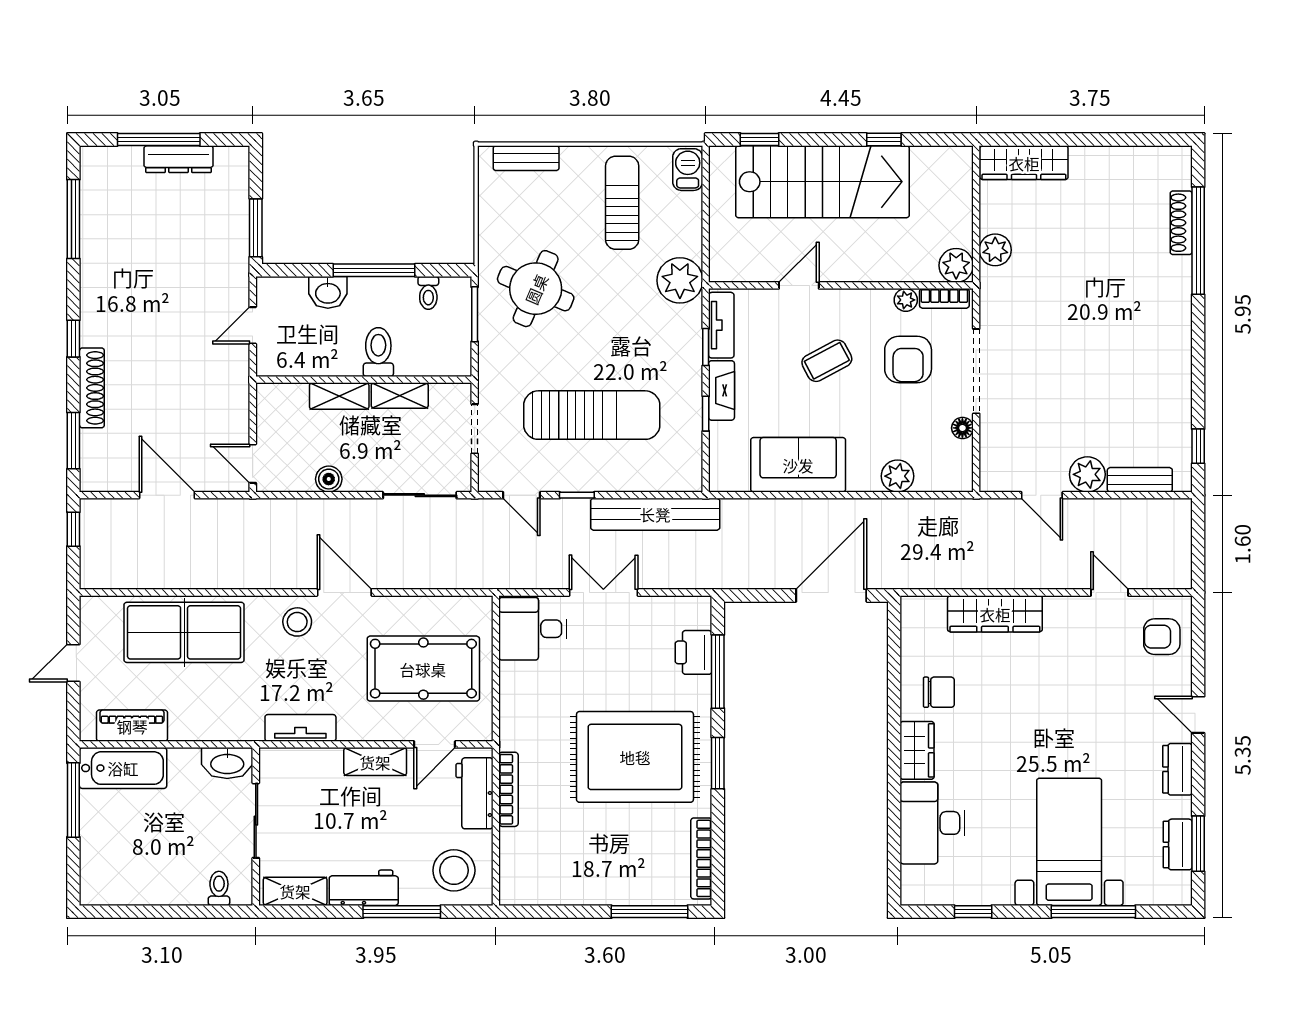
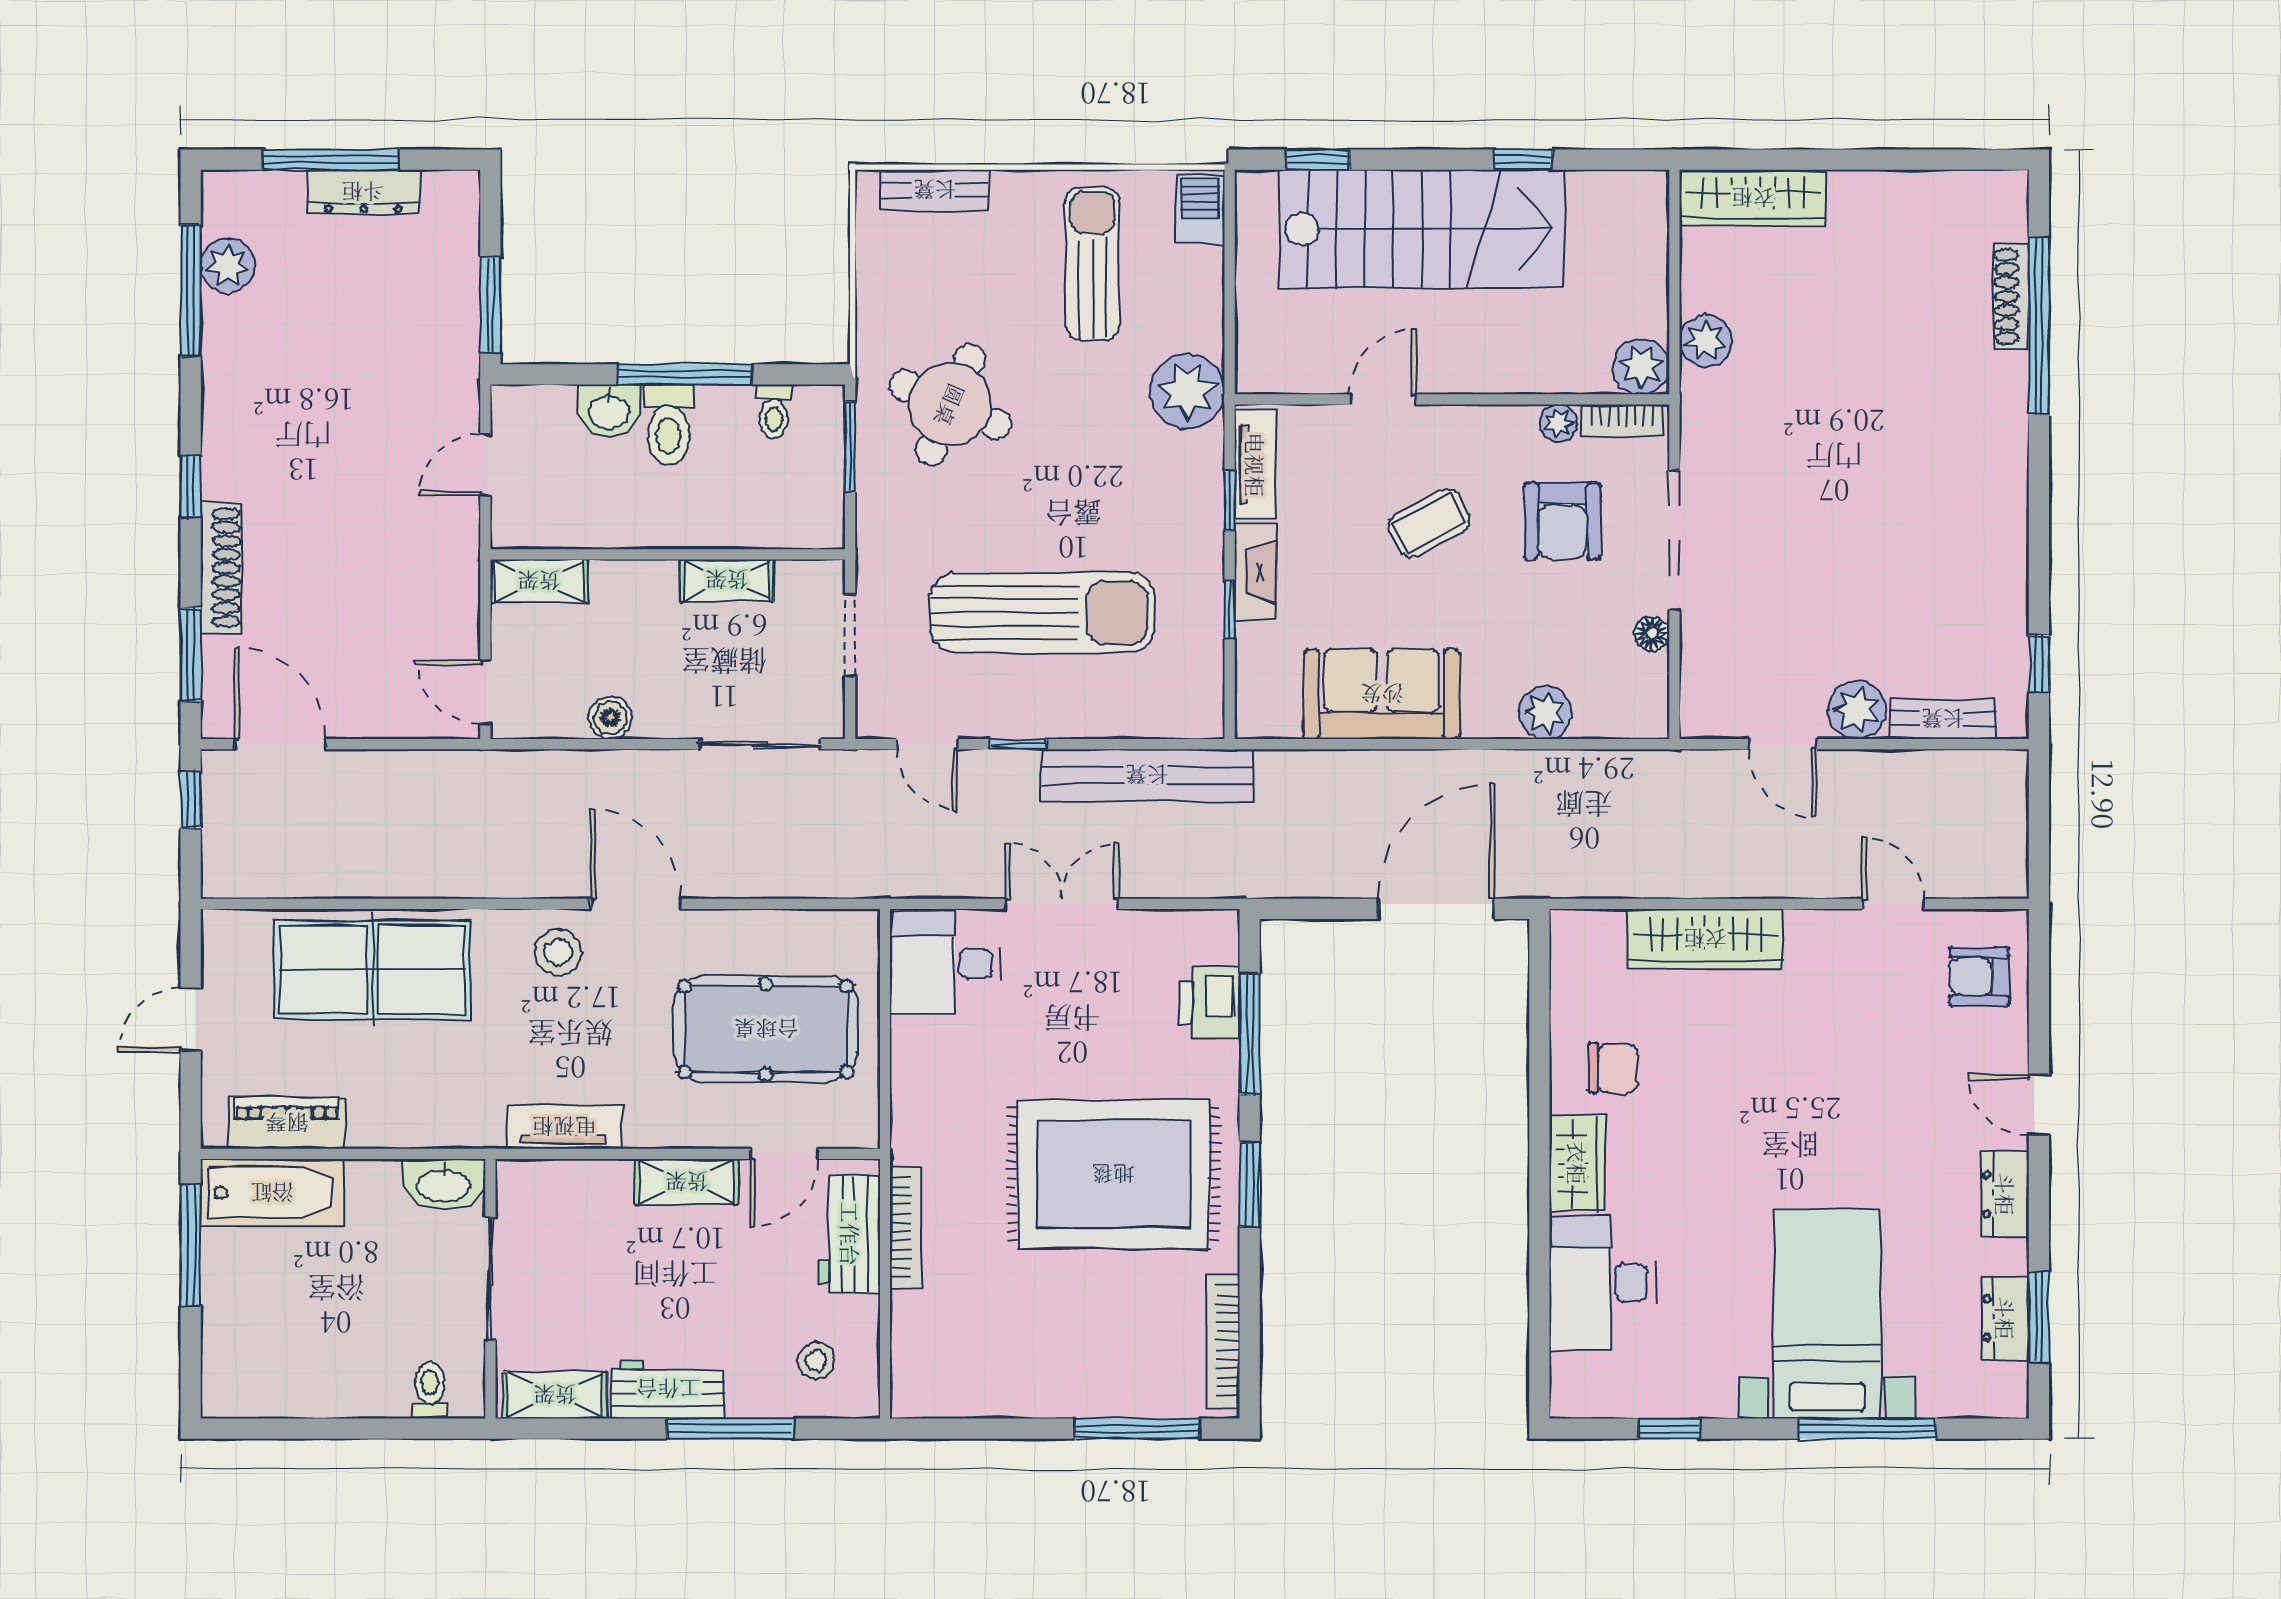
plant: (96, 204) -> (228, 265), added
toilet: (378, 352) -> (669, 425), moved, turned 180
shelving: (339, 396) -> (539, 581), moved
door: (167, 495) -> (280, 744), moved
stool: (454, 870) -> (816, 1361), width x0.53, depth x0.53

